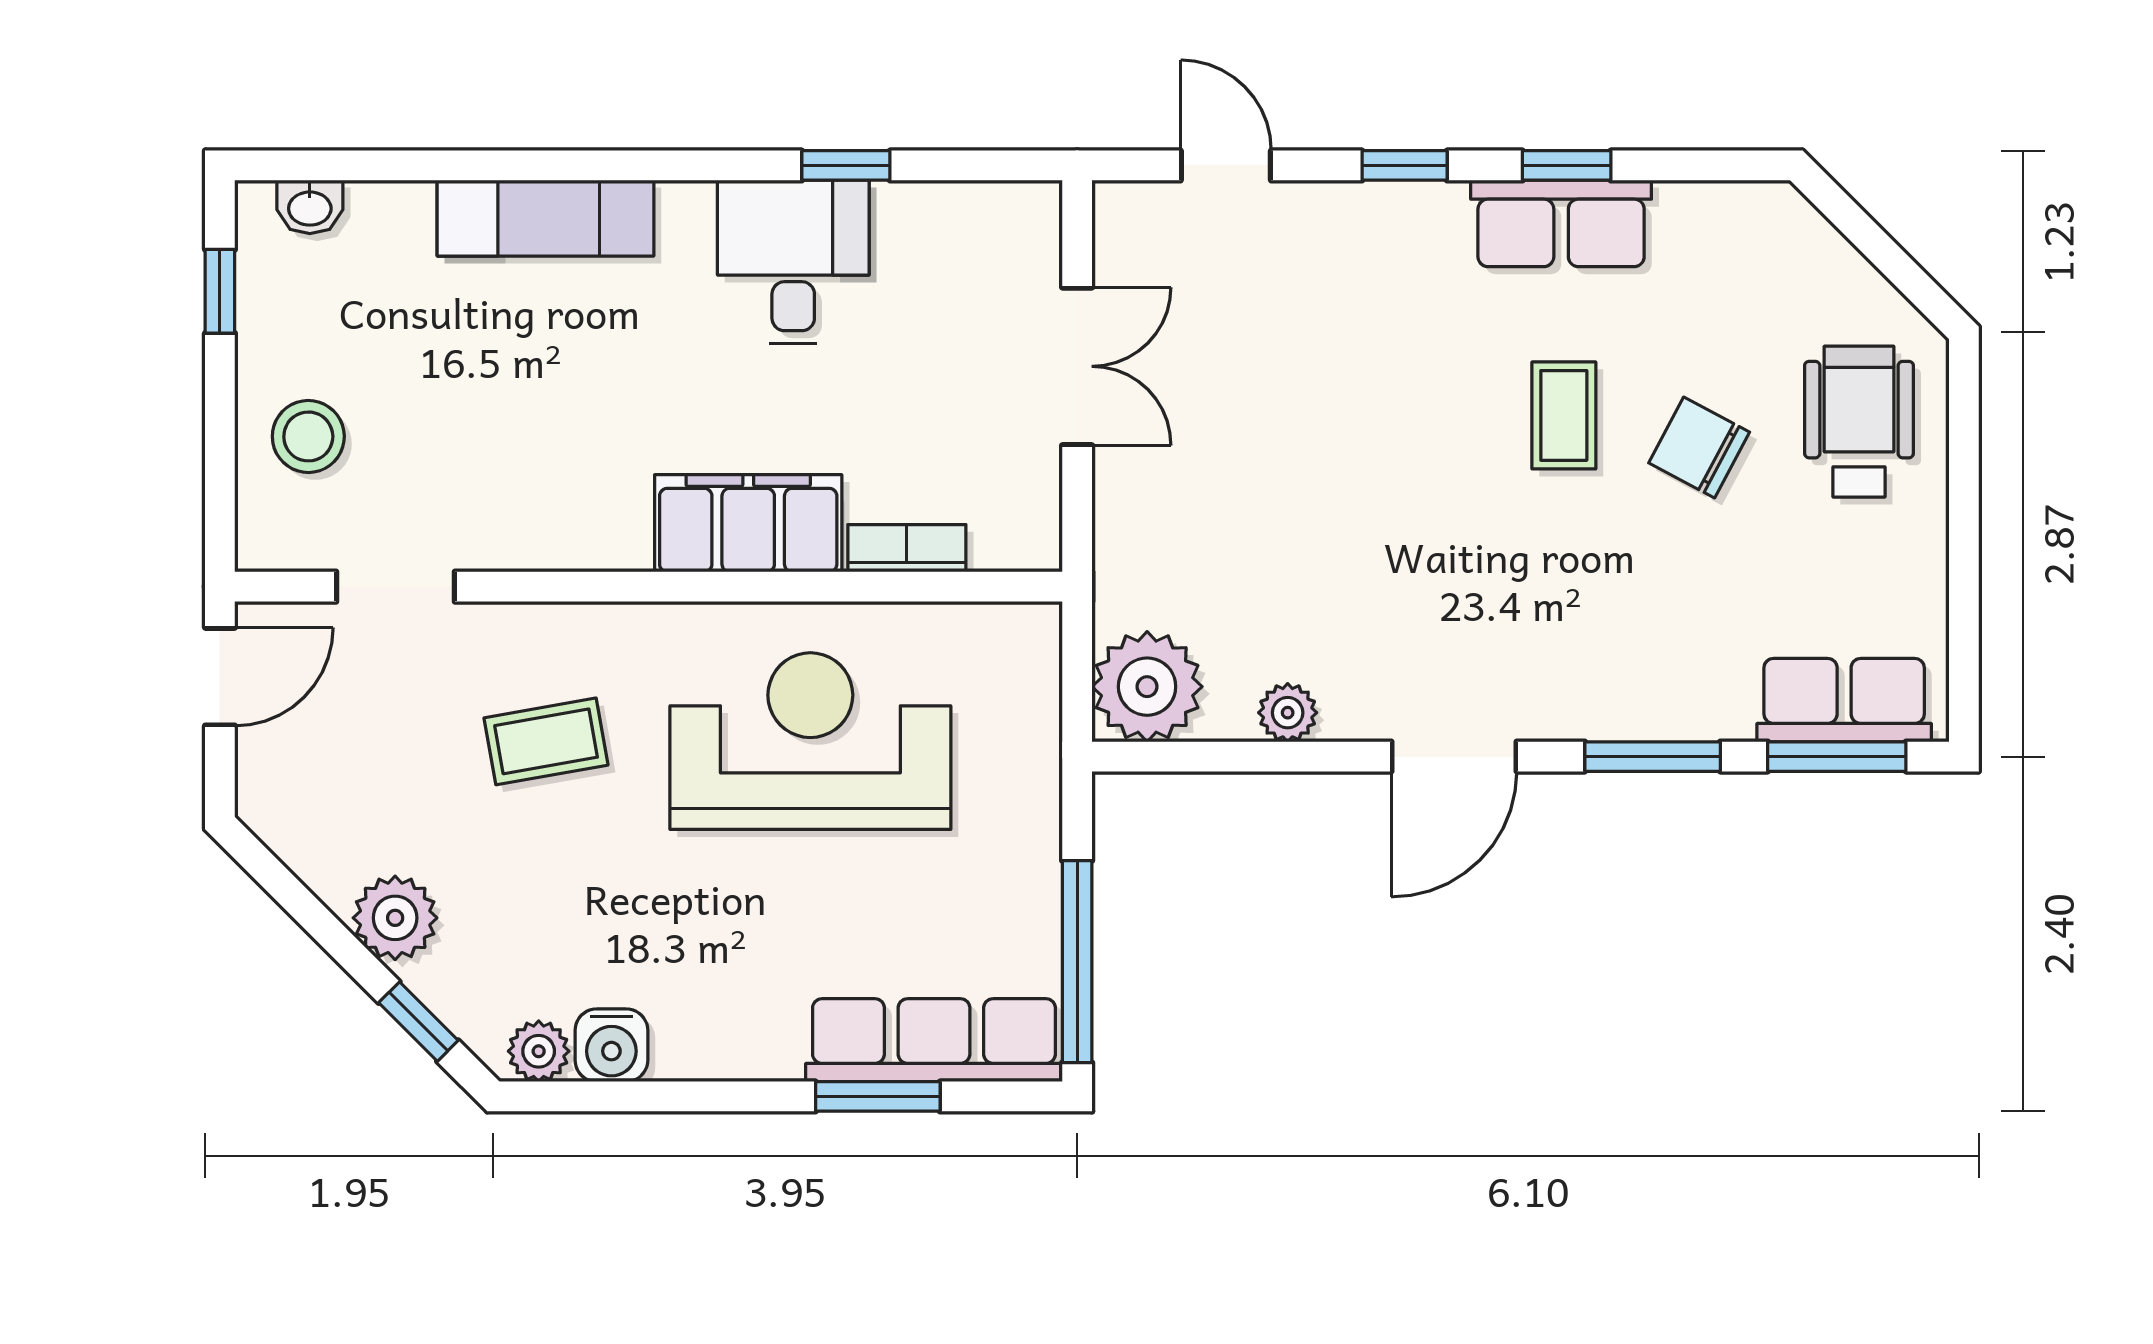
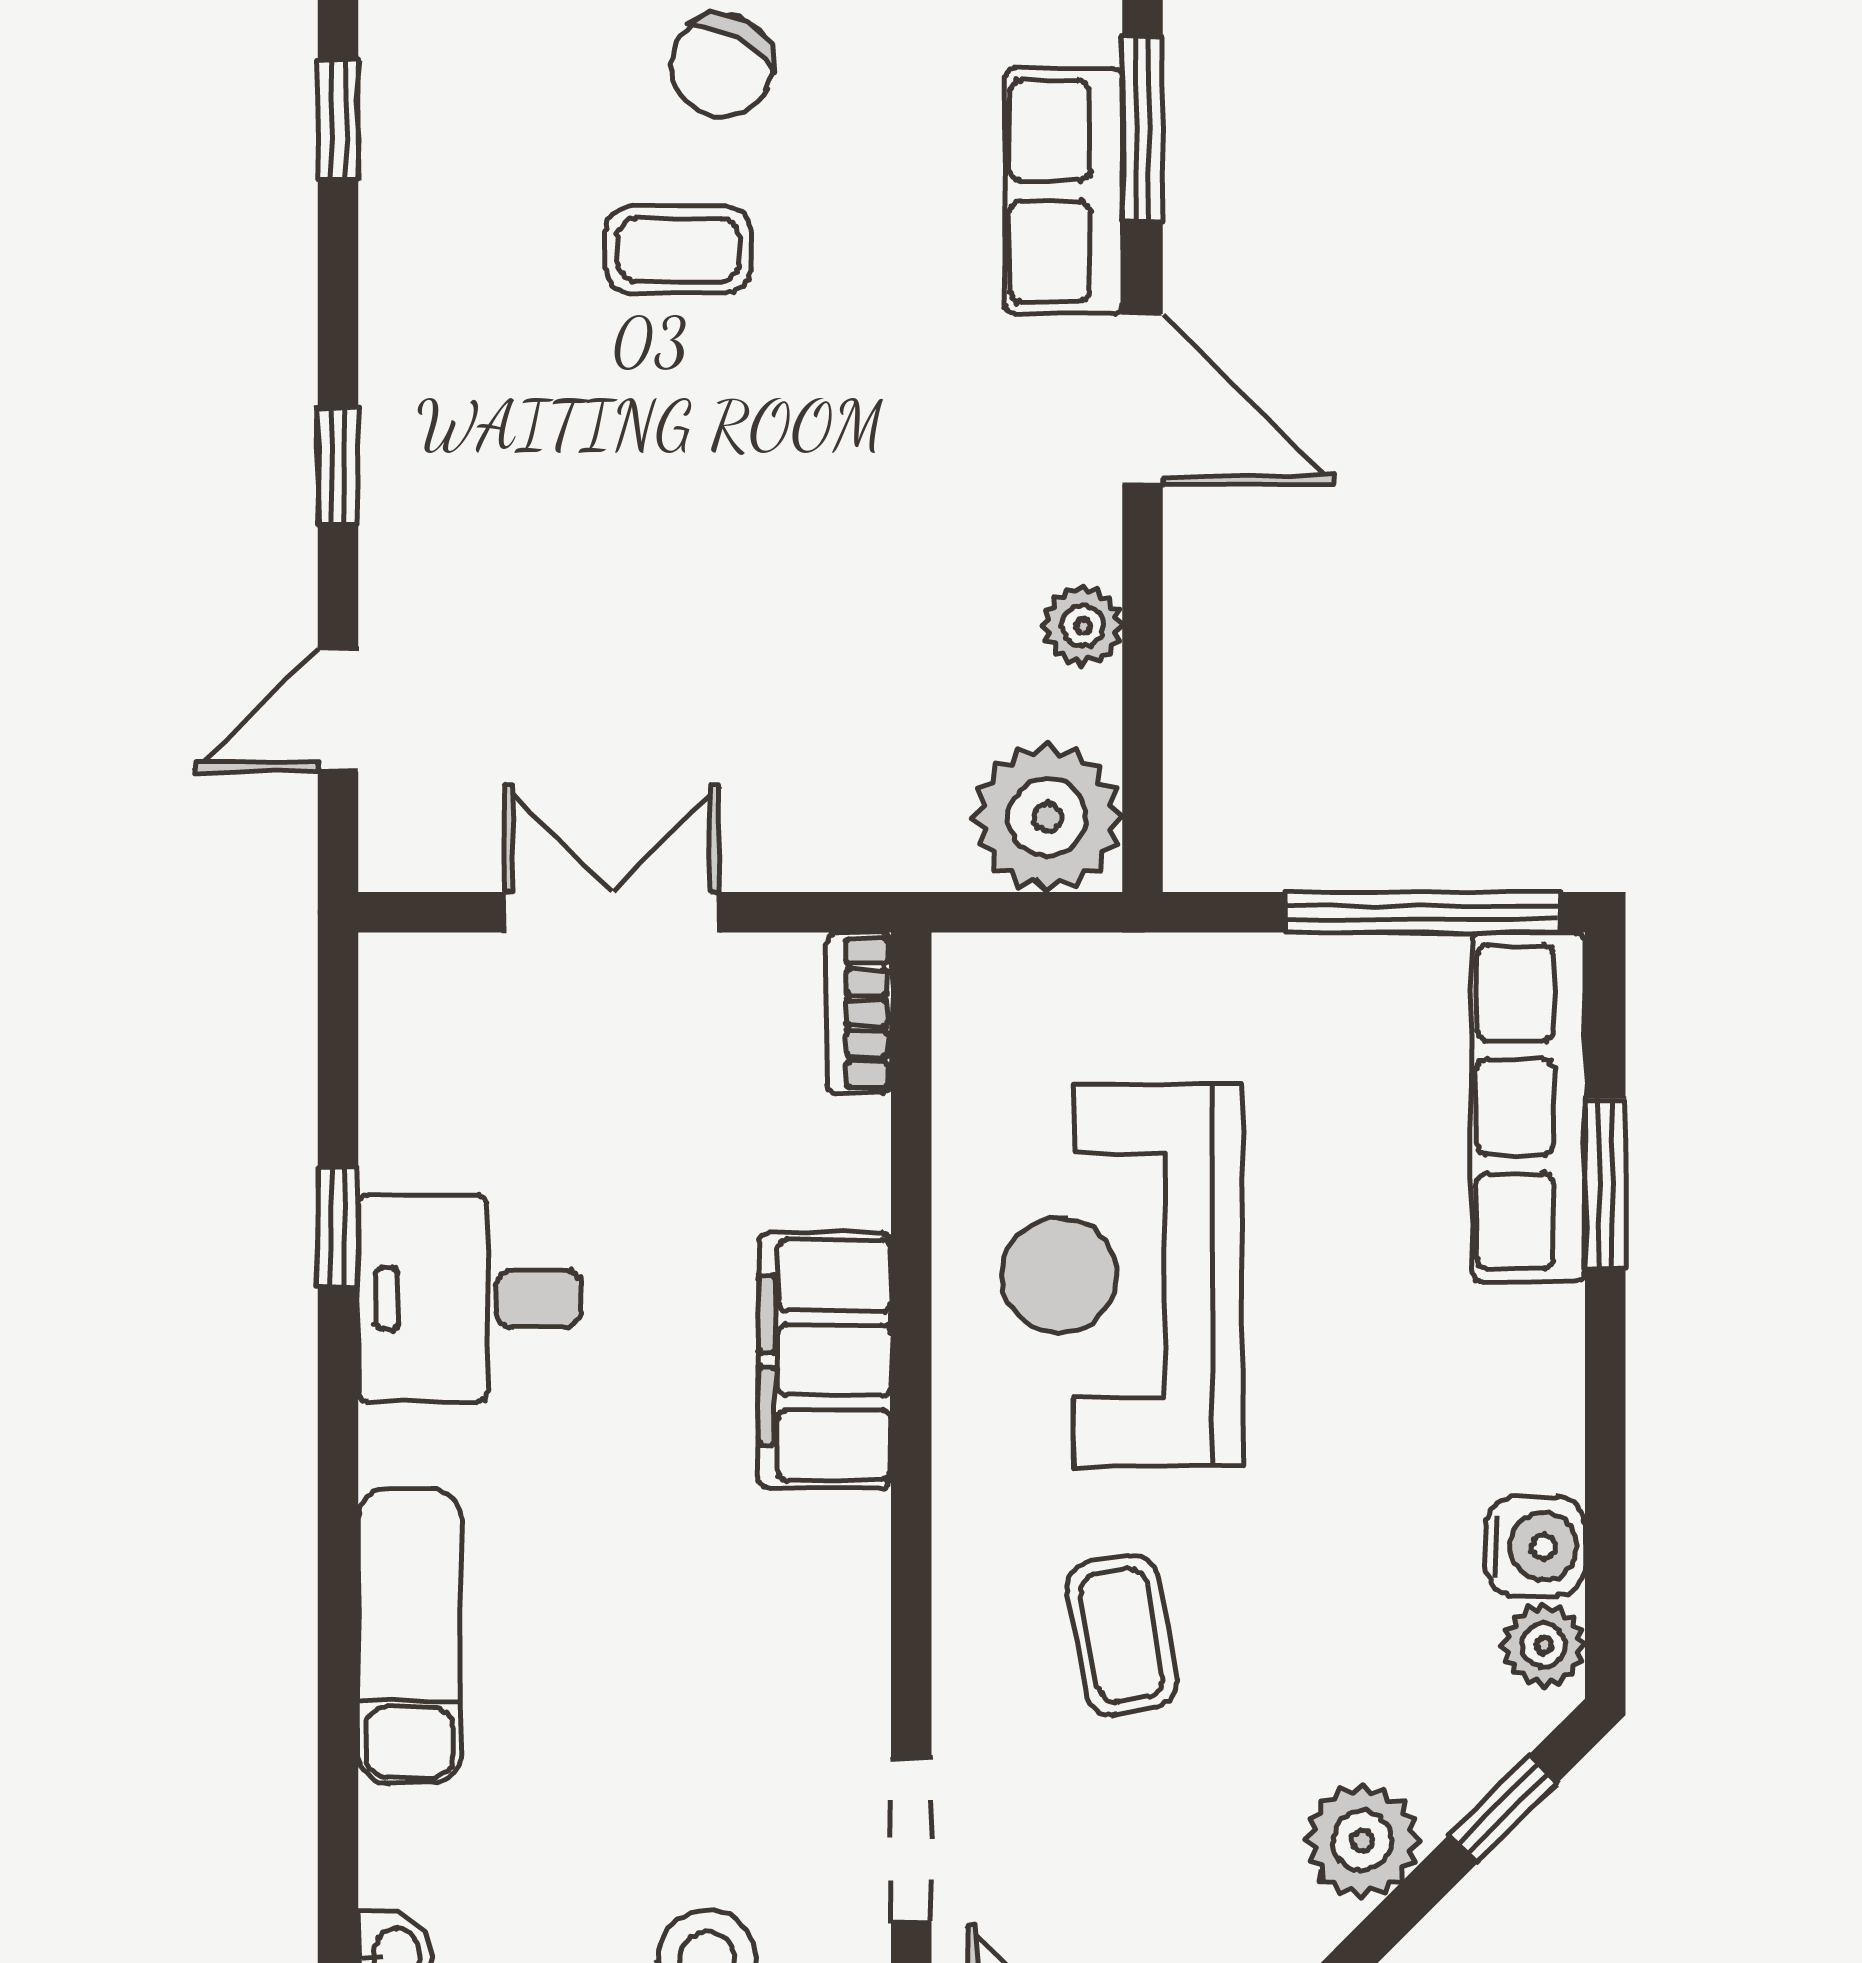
window: (1567, 165) -> (338, 119), moved
row of seats: (1561, 223) -> (1064, 191), moved, turned 180
bookcase: (907, 548) -> (859, 1013), moved

